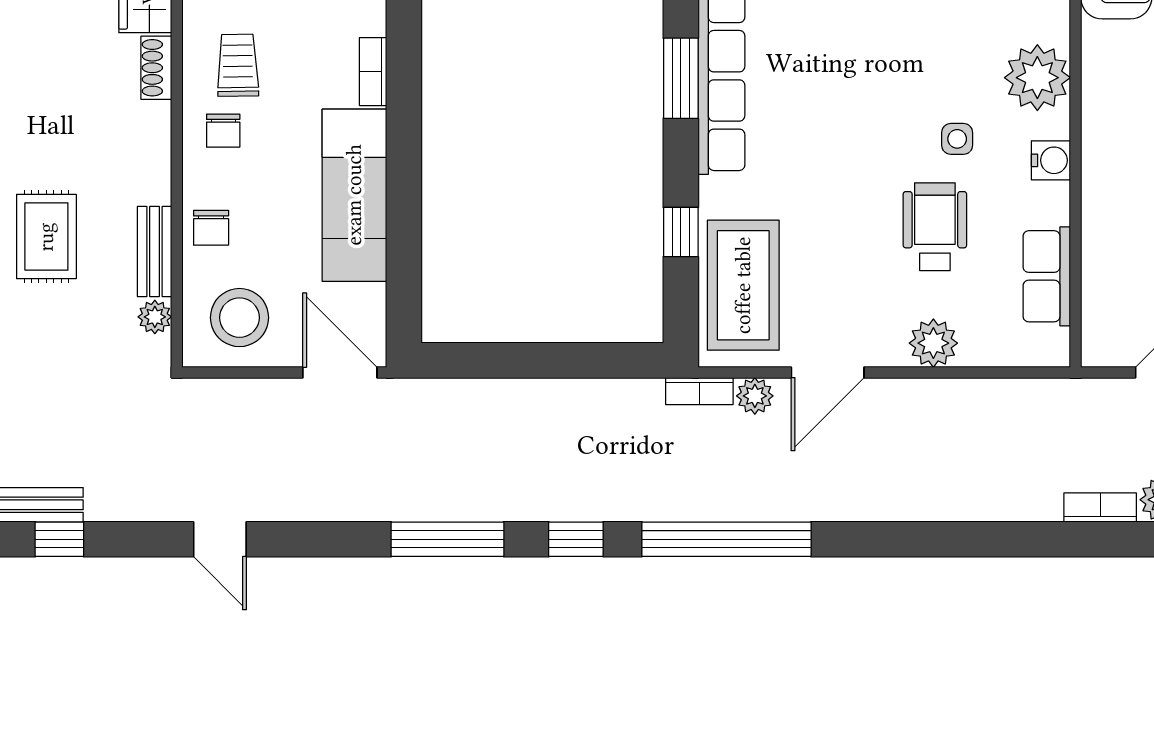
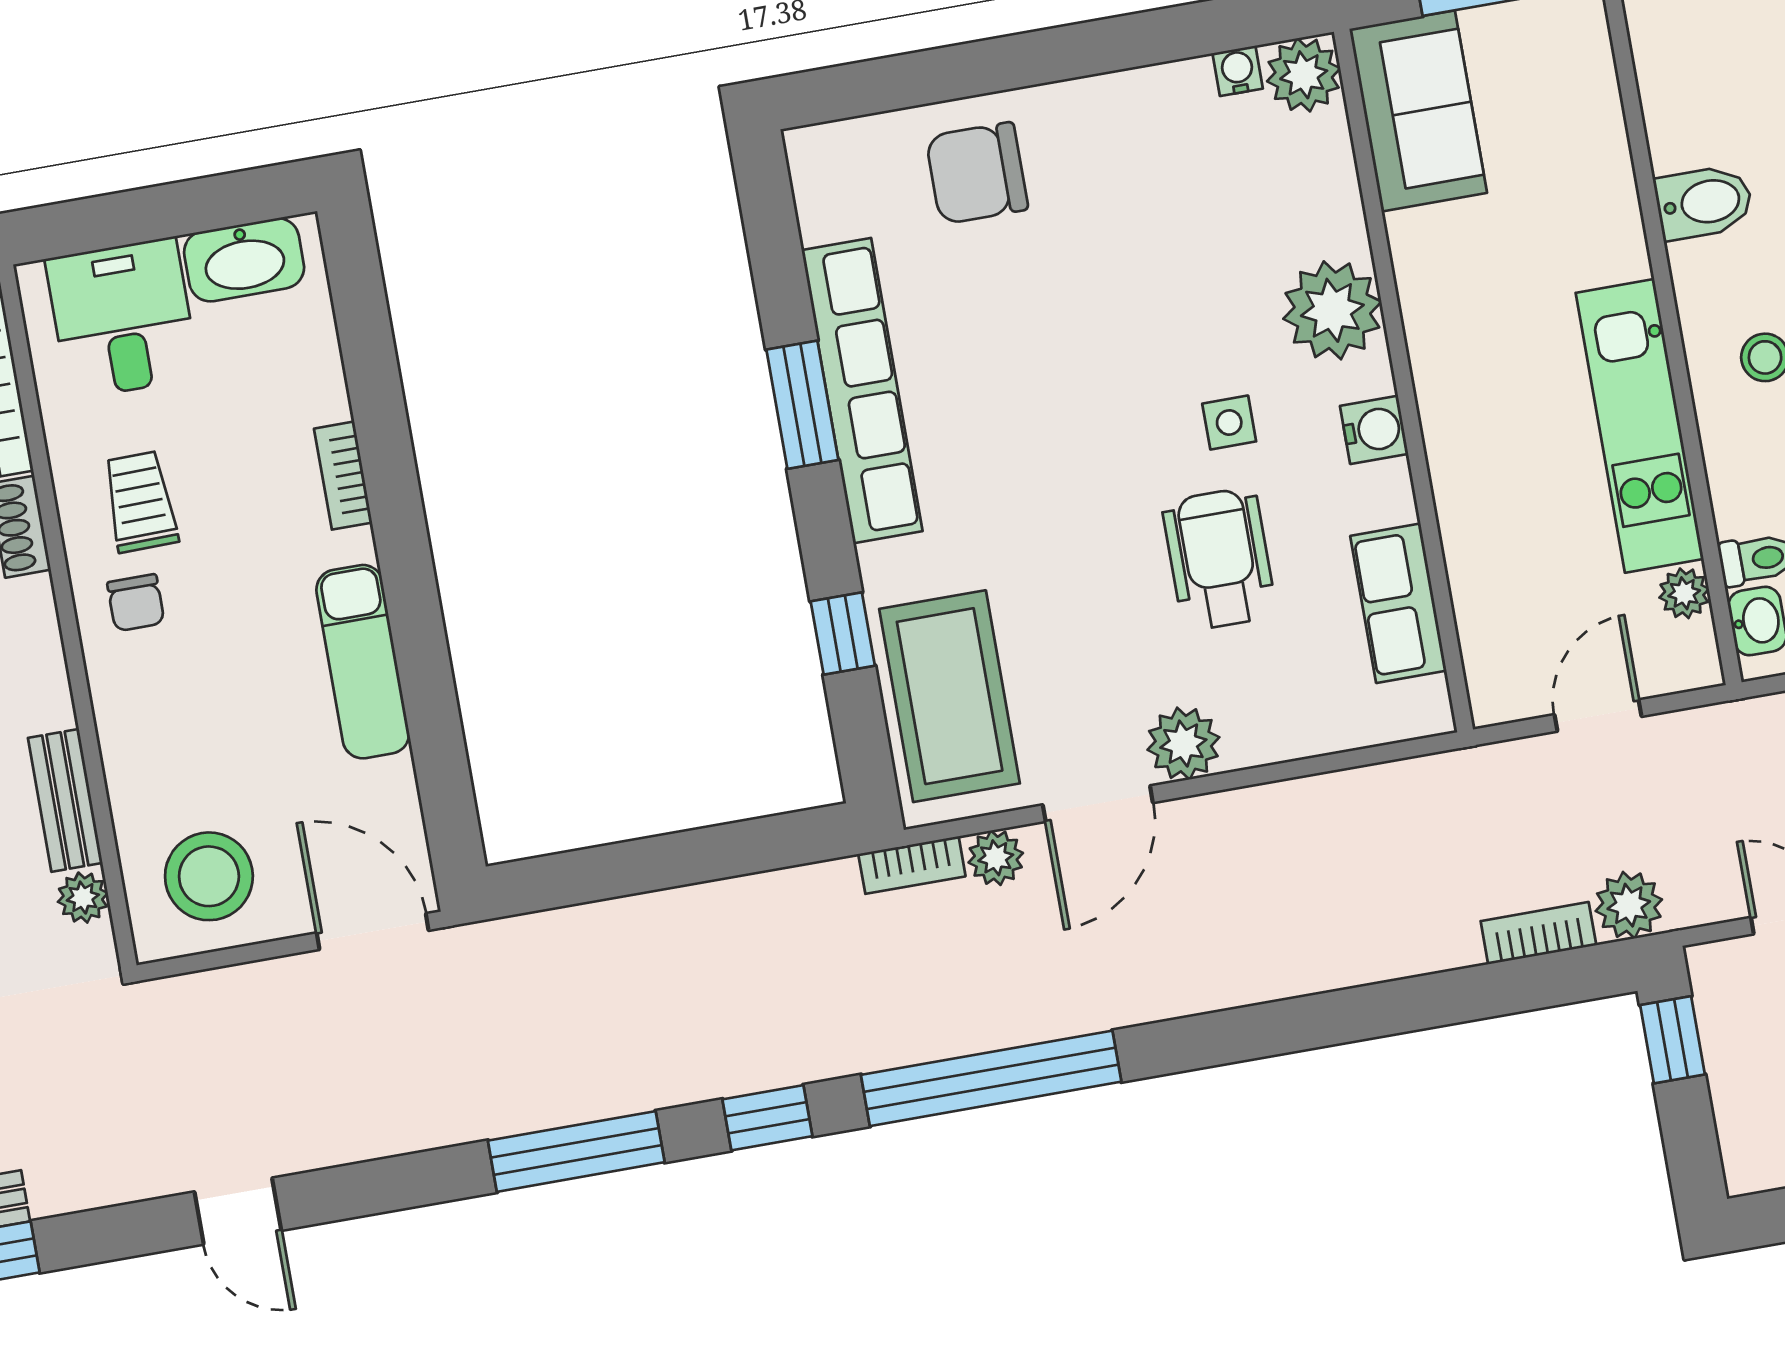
exam couch: (354, 195) -> (363, 662), width x0.73, depth x0.69
chair: (211, 228) -> (143, 750), removed
plant: (933, 343) -> (1183, 744), moved

